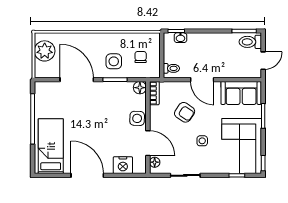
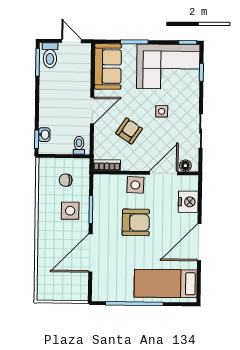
plant: (45, 51) -> (57, 289), removed
floor lamp: (140, 88) -> (100, 181), removed
armchair: (104, 119) -> (136, 222), added

